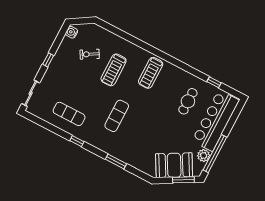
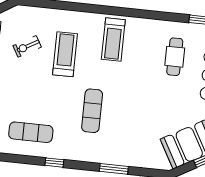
treadmill: (114, 70) -> (65, 54), turned 180

